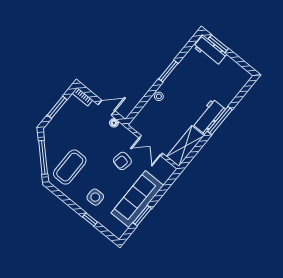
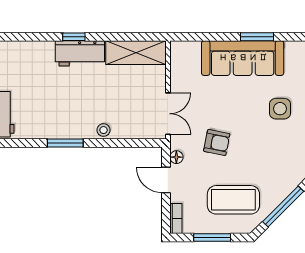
window: (220, 120) -> (74, 37), width x0.46
double door: (151, 145) -> (168, 114), moved
armchair: (122, 161) -> (217, 142), moved
coffee table: (70, 167) -> (233, 200), moved

